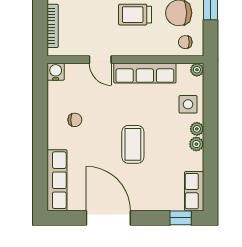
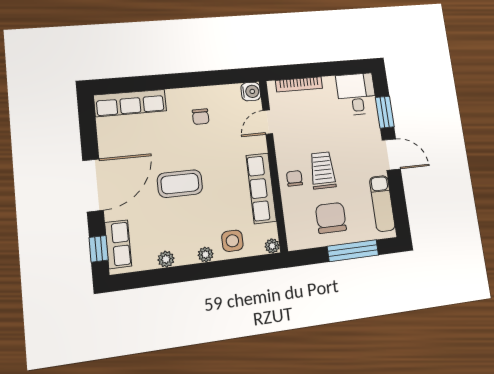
chair: (185, 42) -> (294, 178), moved
door: (100, 60) -> (268, 122), moved
plant: (196, 144) -> (166, 259), moved
row of seats: (194, 191) -> (118, 244), moved, turned 90
door: (108, 218) -> (93, 185), moved

